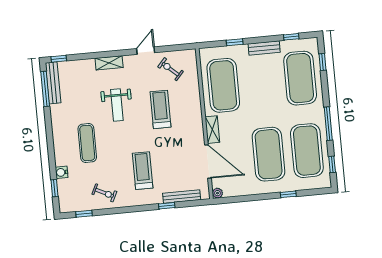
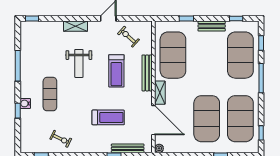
bench: (53, 83) -> (147, 73), moved
window: (45, 89) -> (18, 66), moved
treadmill: (160, 109) -> (116, 71), turned 180
window: (328, 124) -> (261, 78), moved
treadmill: (143, 171) -> (108, 117), moved, turned 90
water cooler: (62, 172) -> (25, 103), moved
window: (55, 188) -> (18, 111), moved

